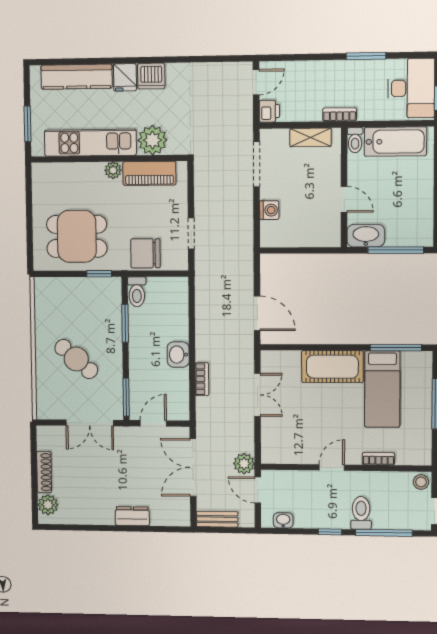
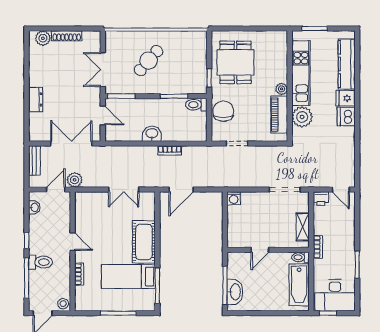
washing machine: (269, 210) -> (234, 198), moved
washbasin: (366, 236) -> (235, 292), moved
bookcase: (202, 379) -> (170, 150), moved

